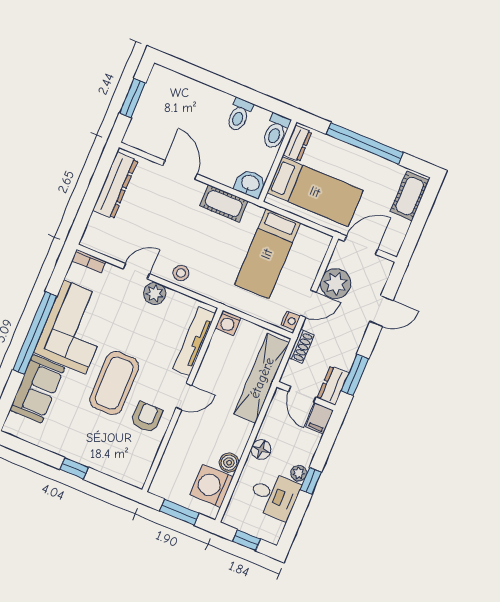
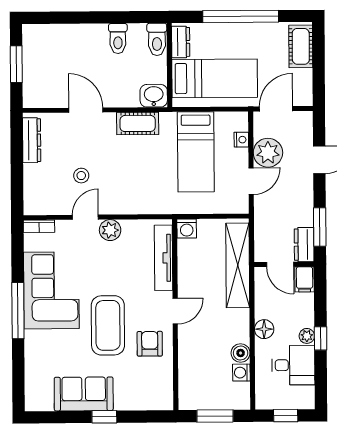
dresser: (115, 185) -> (32, 140), width x0.73, depth x0.80
stool: (181, 273) -> (81, 176), moved
nightstand: (291, 321) -> (241, 140), moved
window: (35, 333) -> (18, 311), width x0.68
shoe rack: (301, 346) -> (261, 222), removed
sofa: (37, 389) -> (84, 394), moved, turned -90
washing machine: (212, 486) -> (241, 373), width x0.53, depth x0.53

